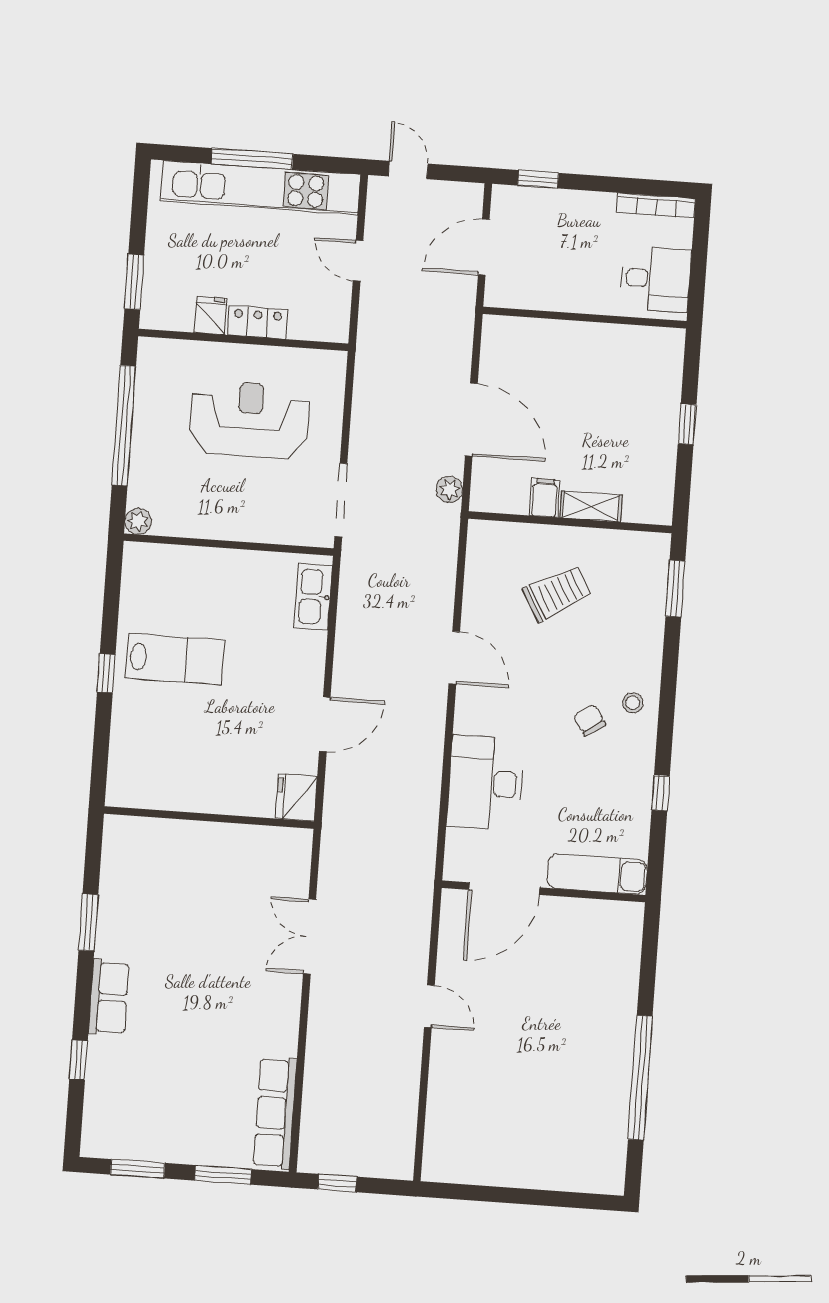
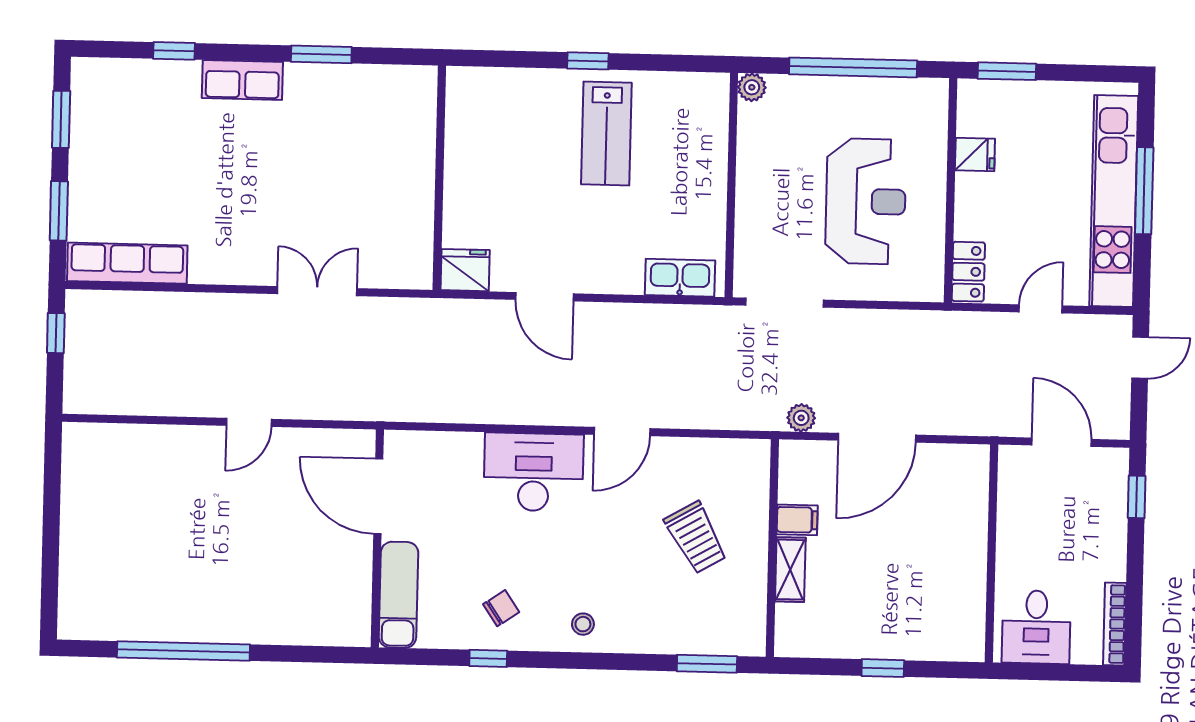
locker: (258, 322) -> (968, 272), moved
chair: (589, 720) -> (501, 608), moved
desk: (485, 783) -> (534, 472), moved

